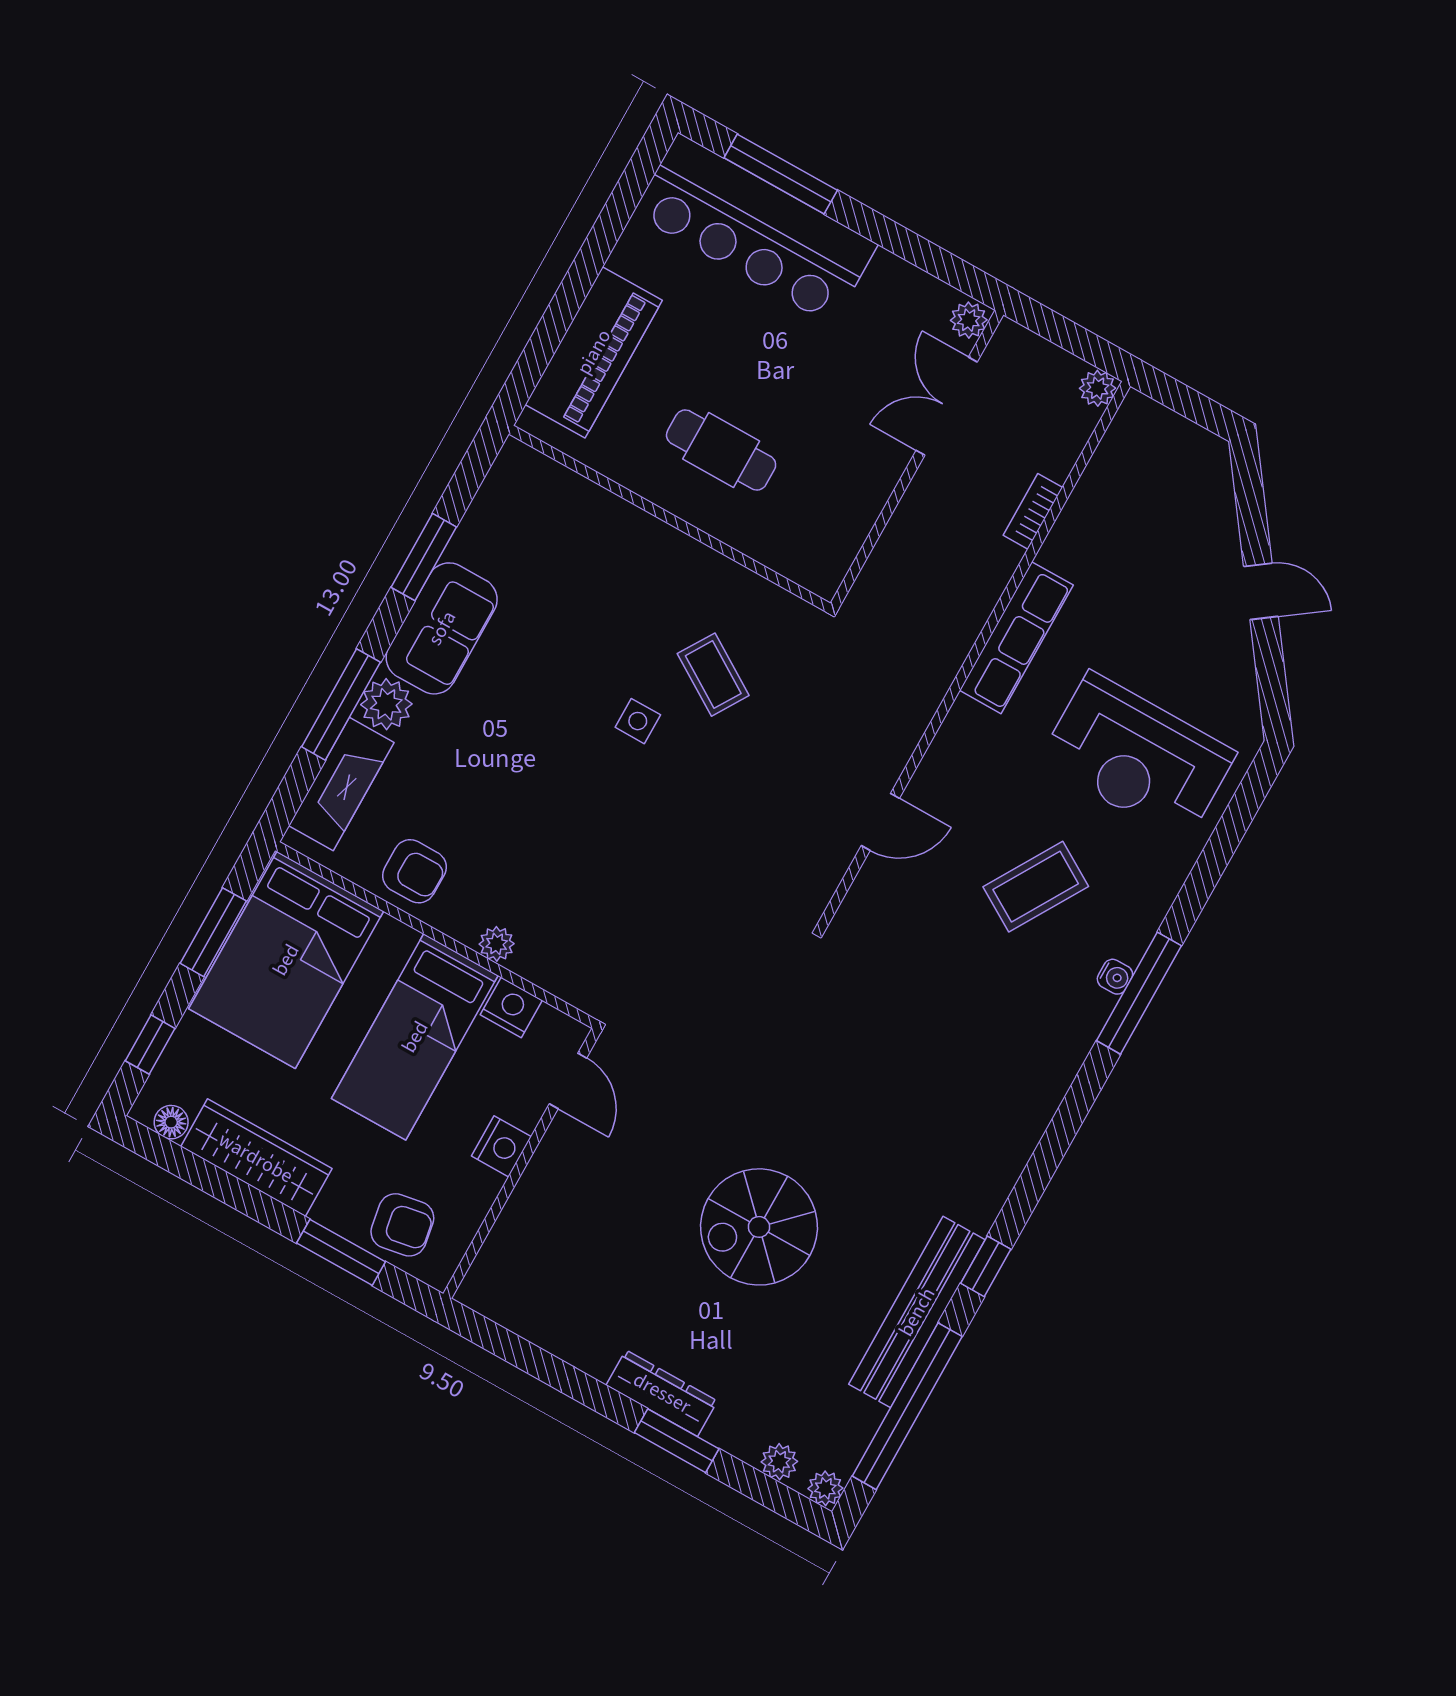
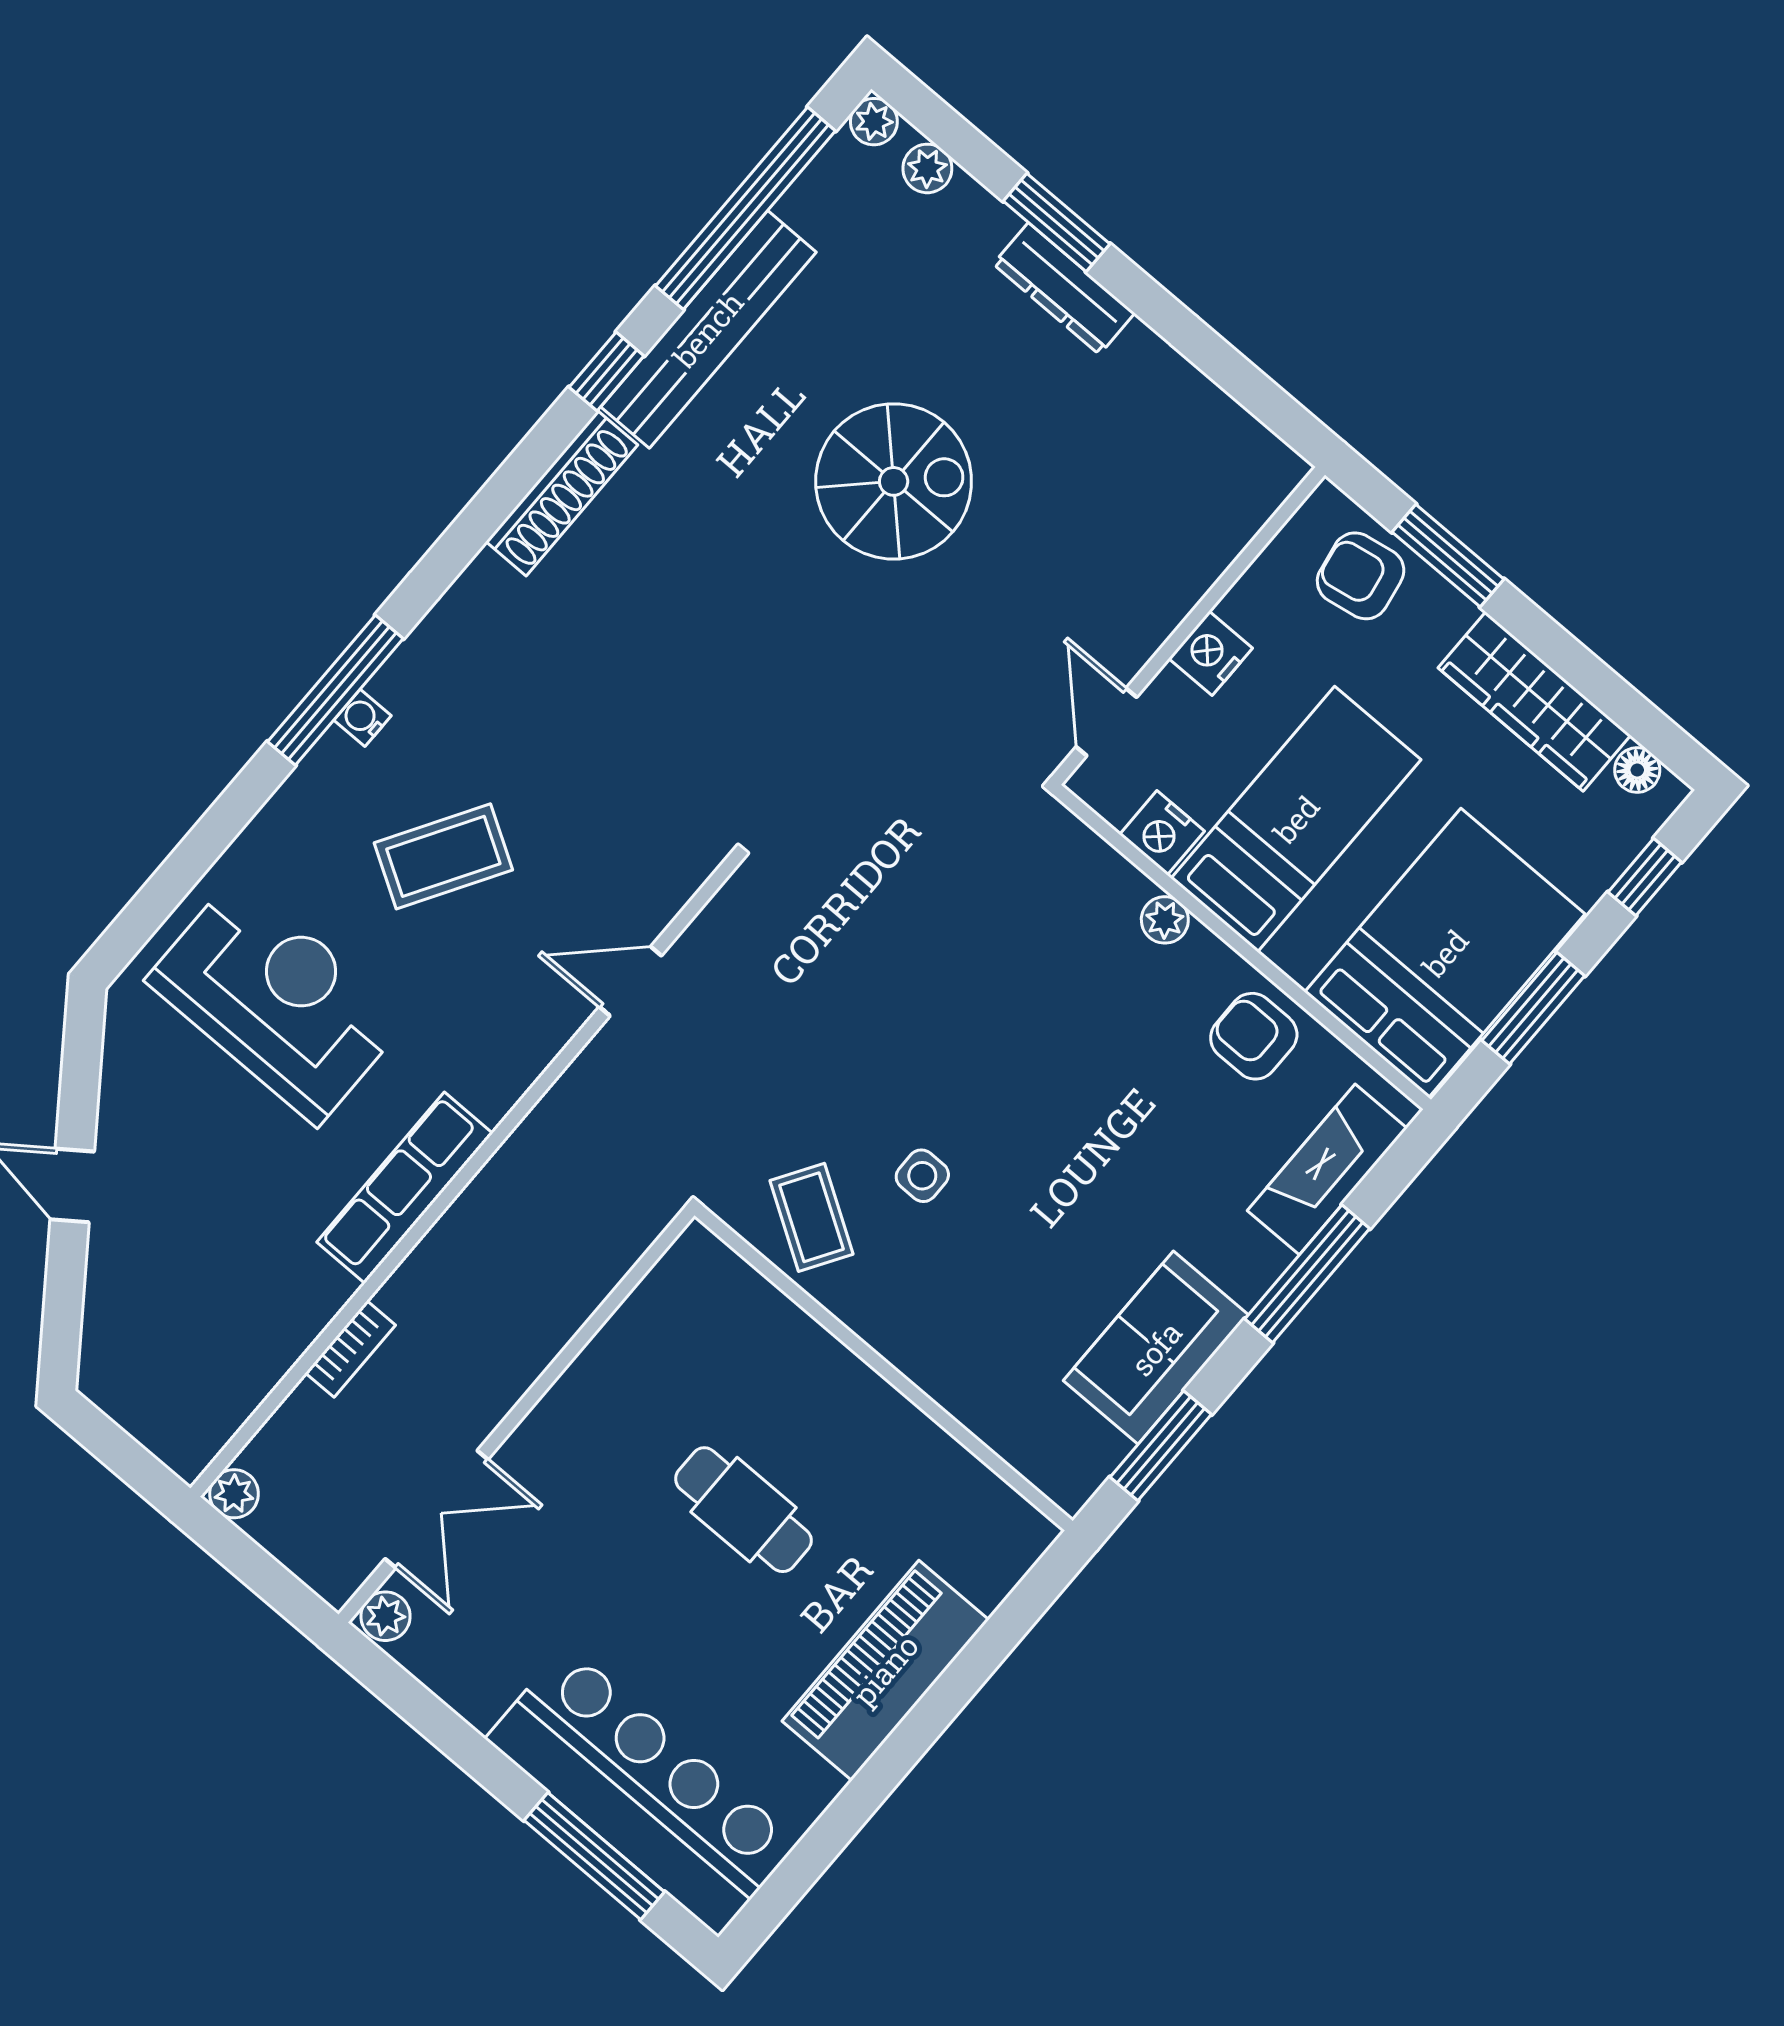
wall: (670, 519) -> (884, 1368), moved
plant: (386, 704) -> (1248, 1263), removed
shoe rack: (1001, 1170) -> (562, 493), added

